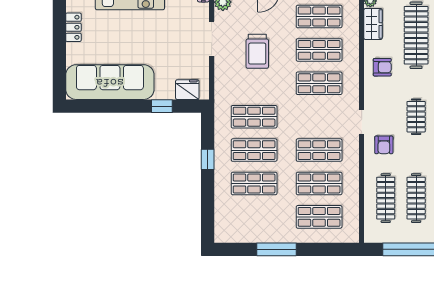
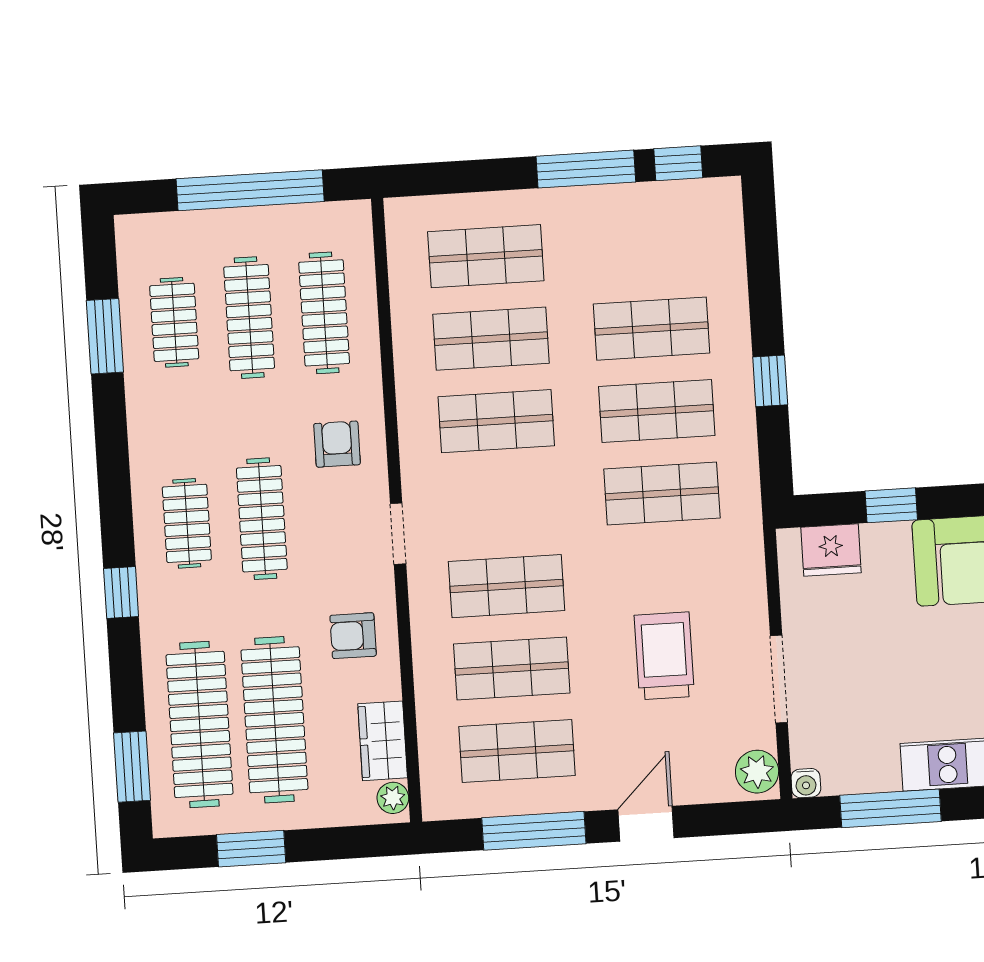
clothes rail: (416, 117) -> (262, 519), width x1.36
doorway: (362, 122) -> (398, 534), moved
window: (239, 249) -> (678, 163), added

